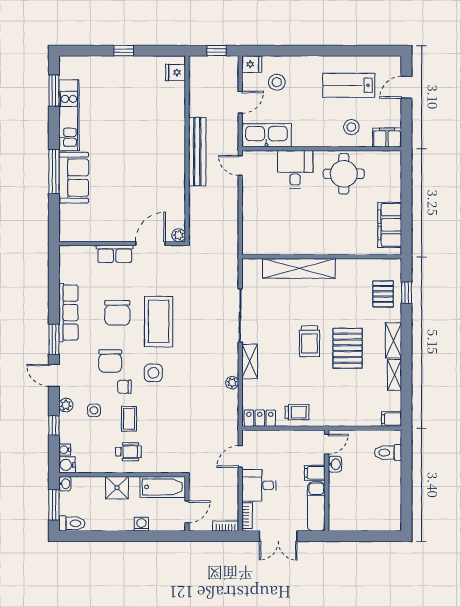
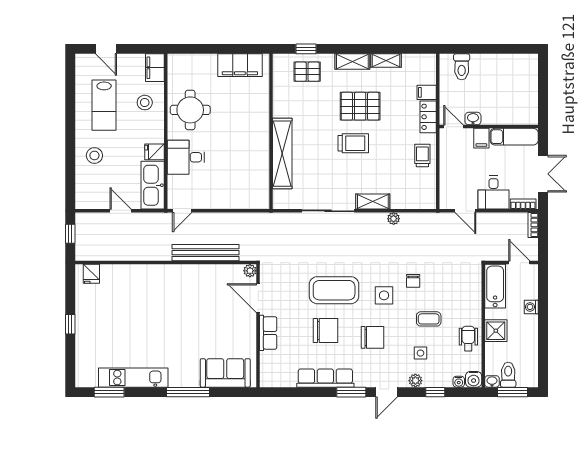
fridge: (252, 64) -> (155, 152), moved, turned -90
stool: (277, 82) -> (94, 155), moved
bench: (197, 152) -> (205, 253), moved
sofa: (74, 178) -> (225, 373), moved
chair: (124, 387) -> (413, 281), moved
locker: (260, 418) -> (428, 117), moved
filing cabinet: (392, 419) -> (427, 92), moved, turned 90
wheelchair: (128, 452) -> (468, 339), moved
toilet: (72, 523) -> (508, 375), moved

